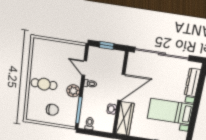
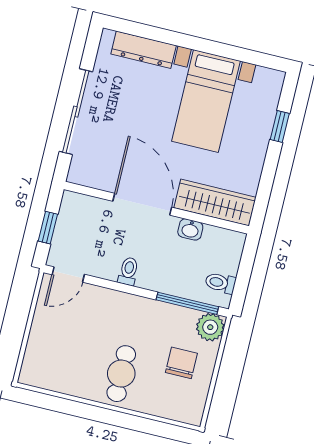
sliding door: (162, 54) -> (76, 112), width x0.73
door: (84, 68) -> (68, 274), moved
plant: (73, 91) -> (210, 327), moved

